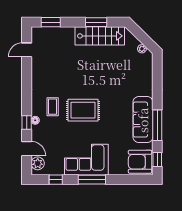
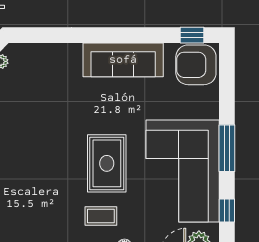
window: (157, 125) -> (133, 35), removed
corner sofa: (86, 160) -> (183, 171), width x1.36, depth x1.36
armchair: (140, 162) -> (196, 65), turned 90

